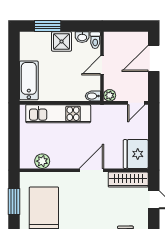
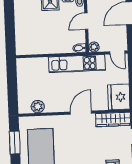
bathtub: (29, 80) -> (23, 37), removed
door: (136, 103) -> (117, 53), hinge flipped
kitchen unit: (58, 114) -> (77, 64), moved

